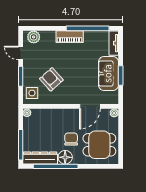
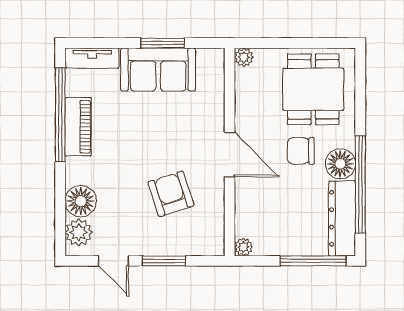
piano: (70, 37) -> (78, 127), moved
floor lamp: (48, 38) -> (81, 201), added
door: (21, 53) -> (114, 261), hinge flipped
armchair: (51, 79) -> (171, 194), turned 114
side table: (32, 93) -> (201, 236), removed
door: (90, 106) -> (230, 155), moved

